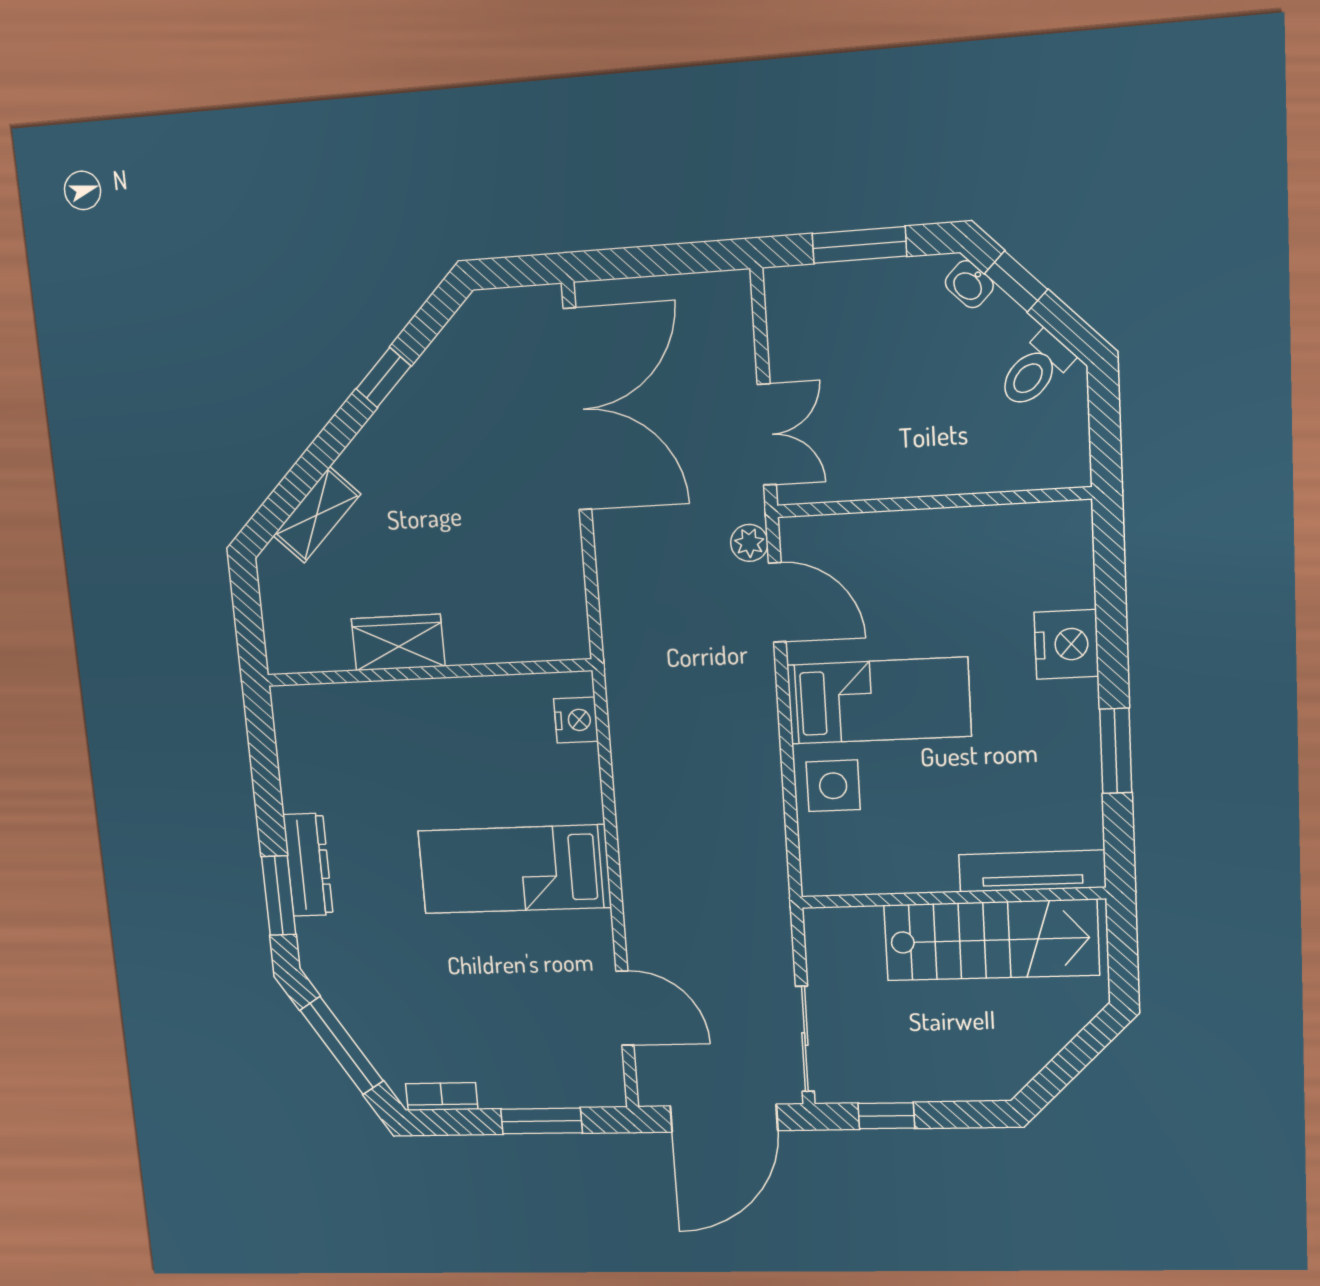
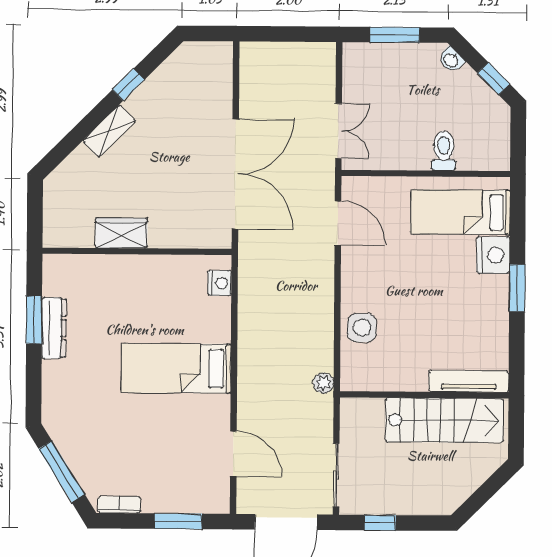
window: (1016, 281) -> (494, 79), moved
toilet: (1035, 370) -> (444, 151), moved, turned 135
double door: (578, 409) -> (235, 174), moved
shelving: (317, 515) -> (109, 131), moved
plant: (749, 543) -> (323, 383), moved
bed: (879, 701) -> (460, 212), moved, turned 180
window: (1116, 751) -> (517, 288), moved
dresser: (308, 865) -> (54, 328), moved
window: (279, 896) -> (34, 320), moved

